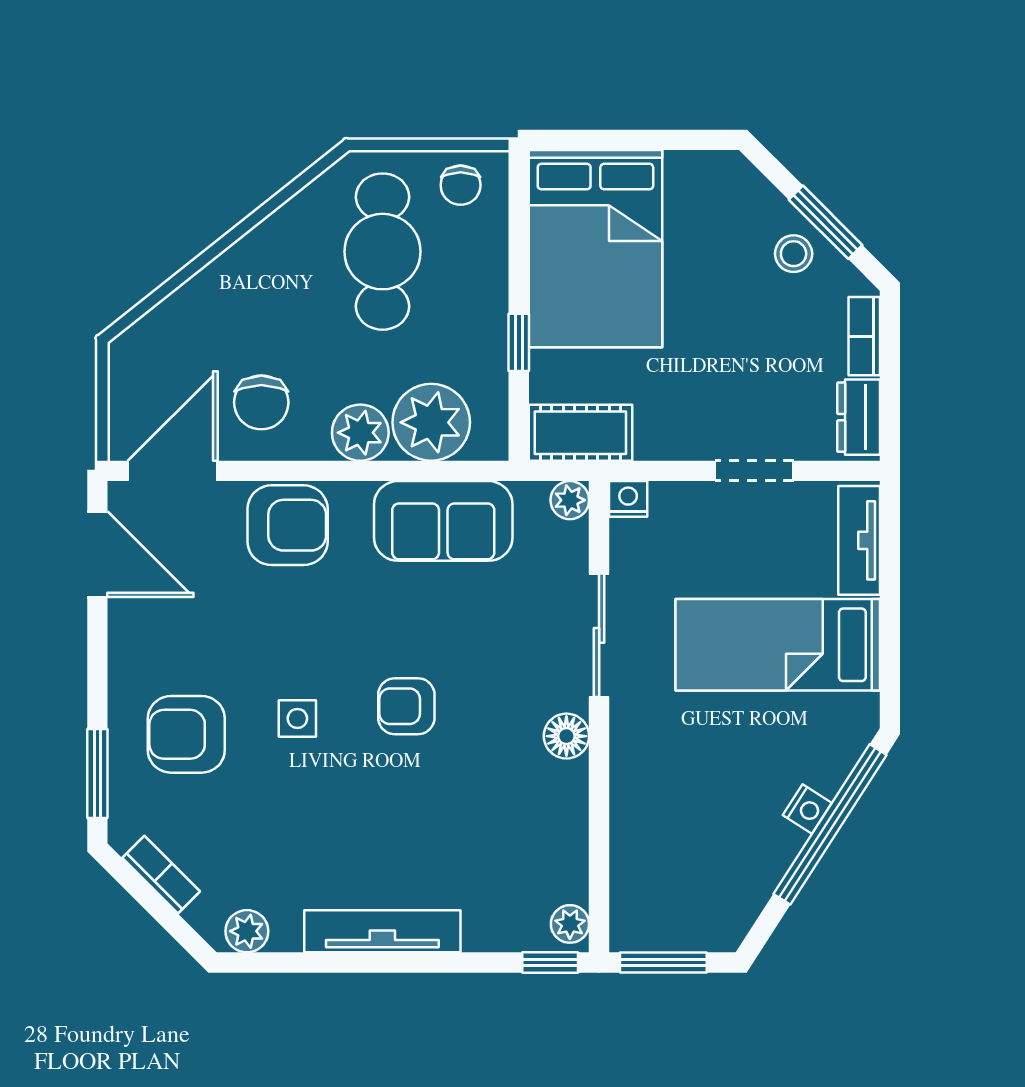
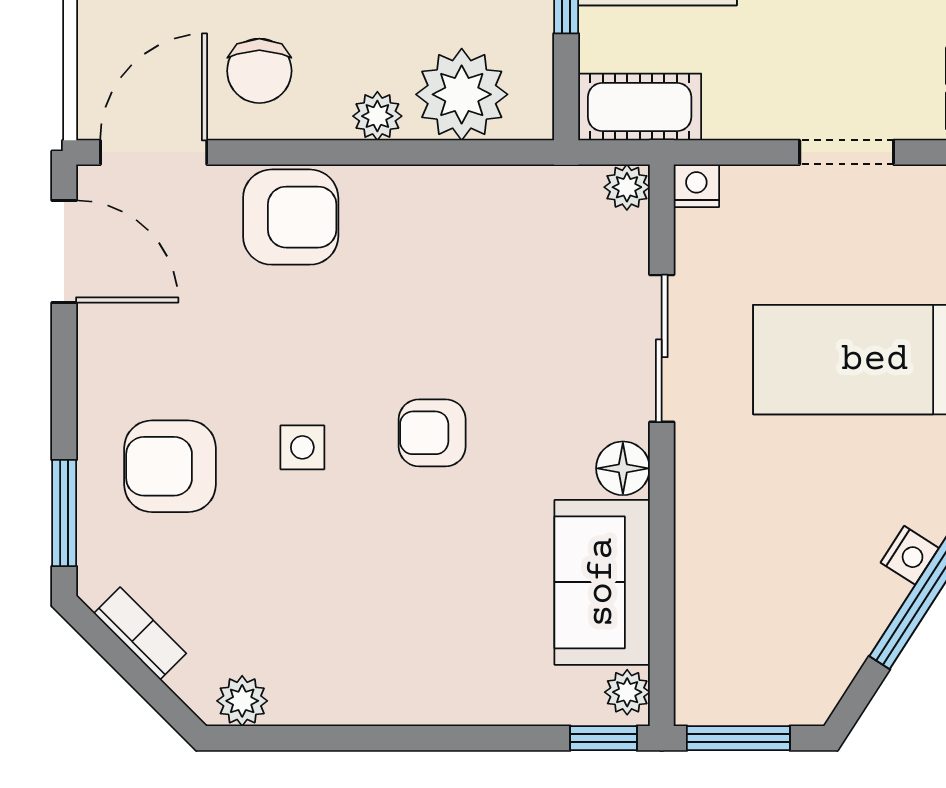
plant: (360, 433) -> (377, 116), width x0.73, depth x0.73
sofa: (443, 521) -> (602, 582), moved, turned 90
tv unit: (382, 931) -> (404, 701), removed

